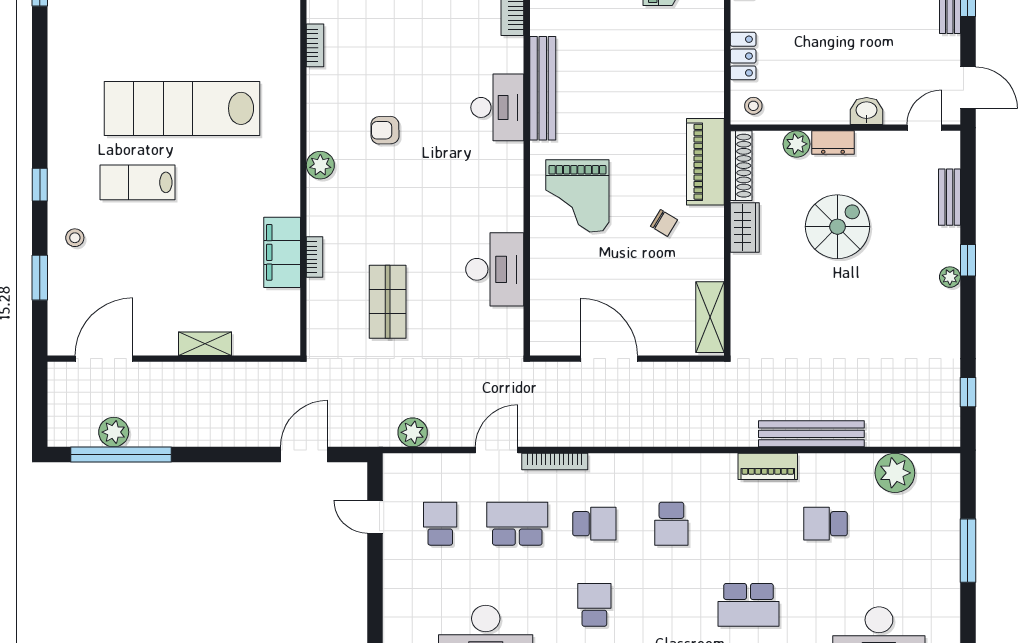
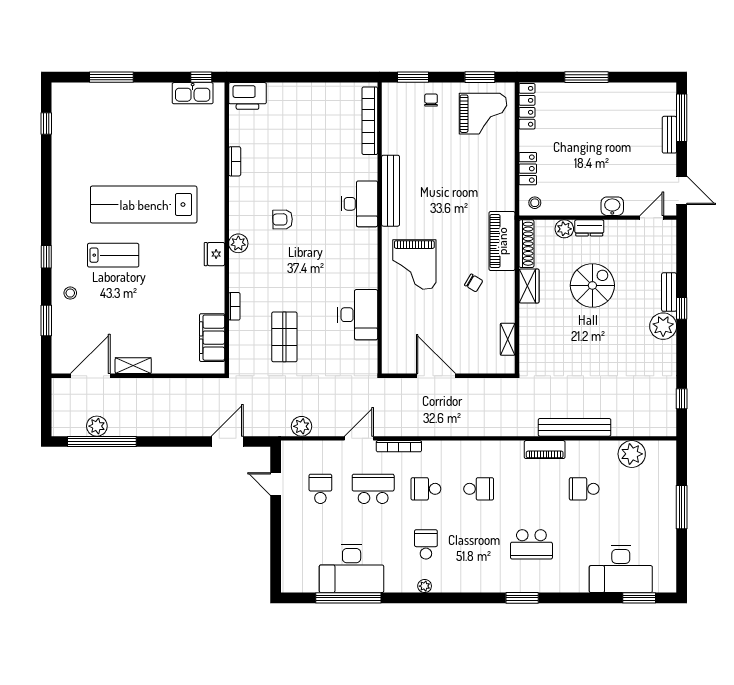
fridge: (286, 181) -> (214, 254), added
lab bench: (137, 182) -> (113, 255), turned 180
bench: (950, 197) -> (669, 292), moved
filing cabinet: (282, 252) -> (212, 338), moved
plant: (950, 277) -> (663, 326), width x1.88, depth x1.88
shelving: (710, 317) -> (508, 339), width x0.67, depth x0.75
shelving: (205, 344) -> (133, 366), moved
school desk: (594, 524) -> (426, 489), turned 180
school desk: (671, 524) -> (479, 489), turned -90

